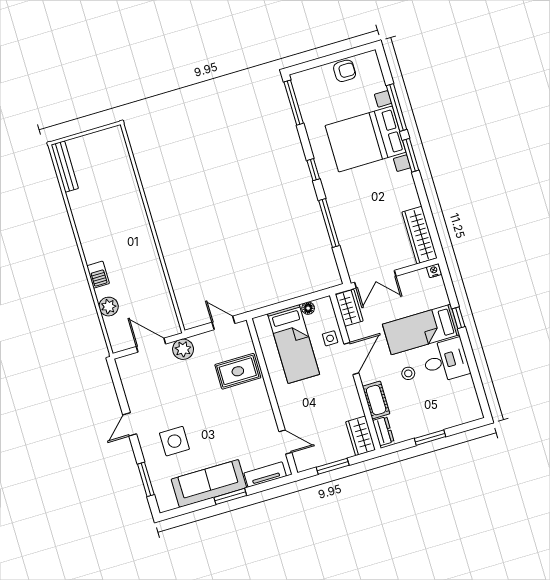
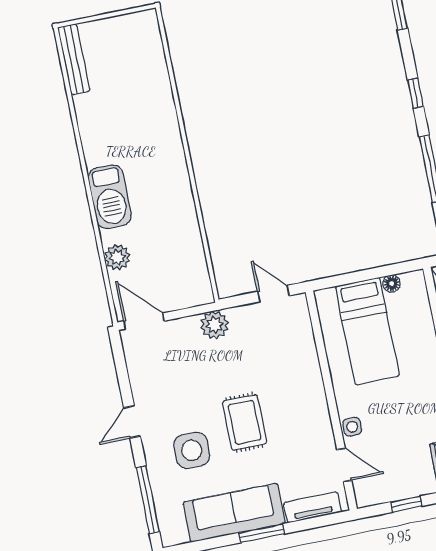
barbecue: (98, 275) -> (110, 197), width x1.88, depth x1.53
side table: (330, 338) -> (352, 427), moved
door: (151, 345) -> (144, 321), moved
rug: (238, 371) -> (245, 422), moved, turned 90
window: (333, 466) -> (406, 504), width x0.67
window: (146, 479) -> (148, 500), width x1.44

